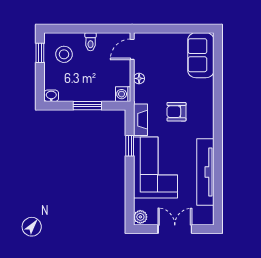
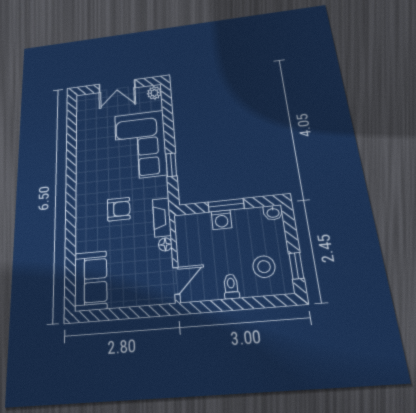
washing machine: (123, 94) -> (221, 220), moved, turned 90
fireplace: (140, 120) -> (162, 217), moved
tv unit: (205, 172) -> (85, 147), removed

